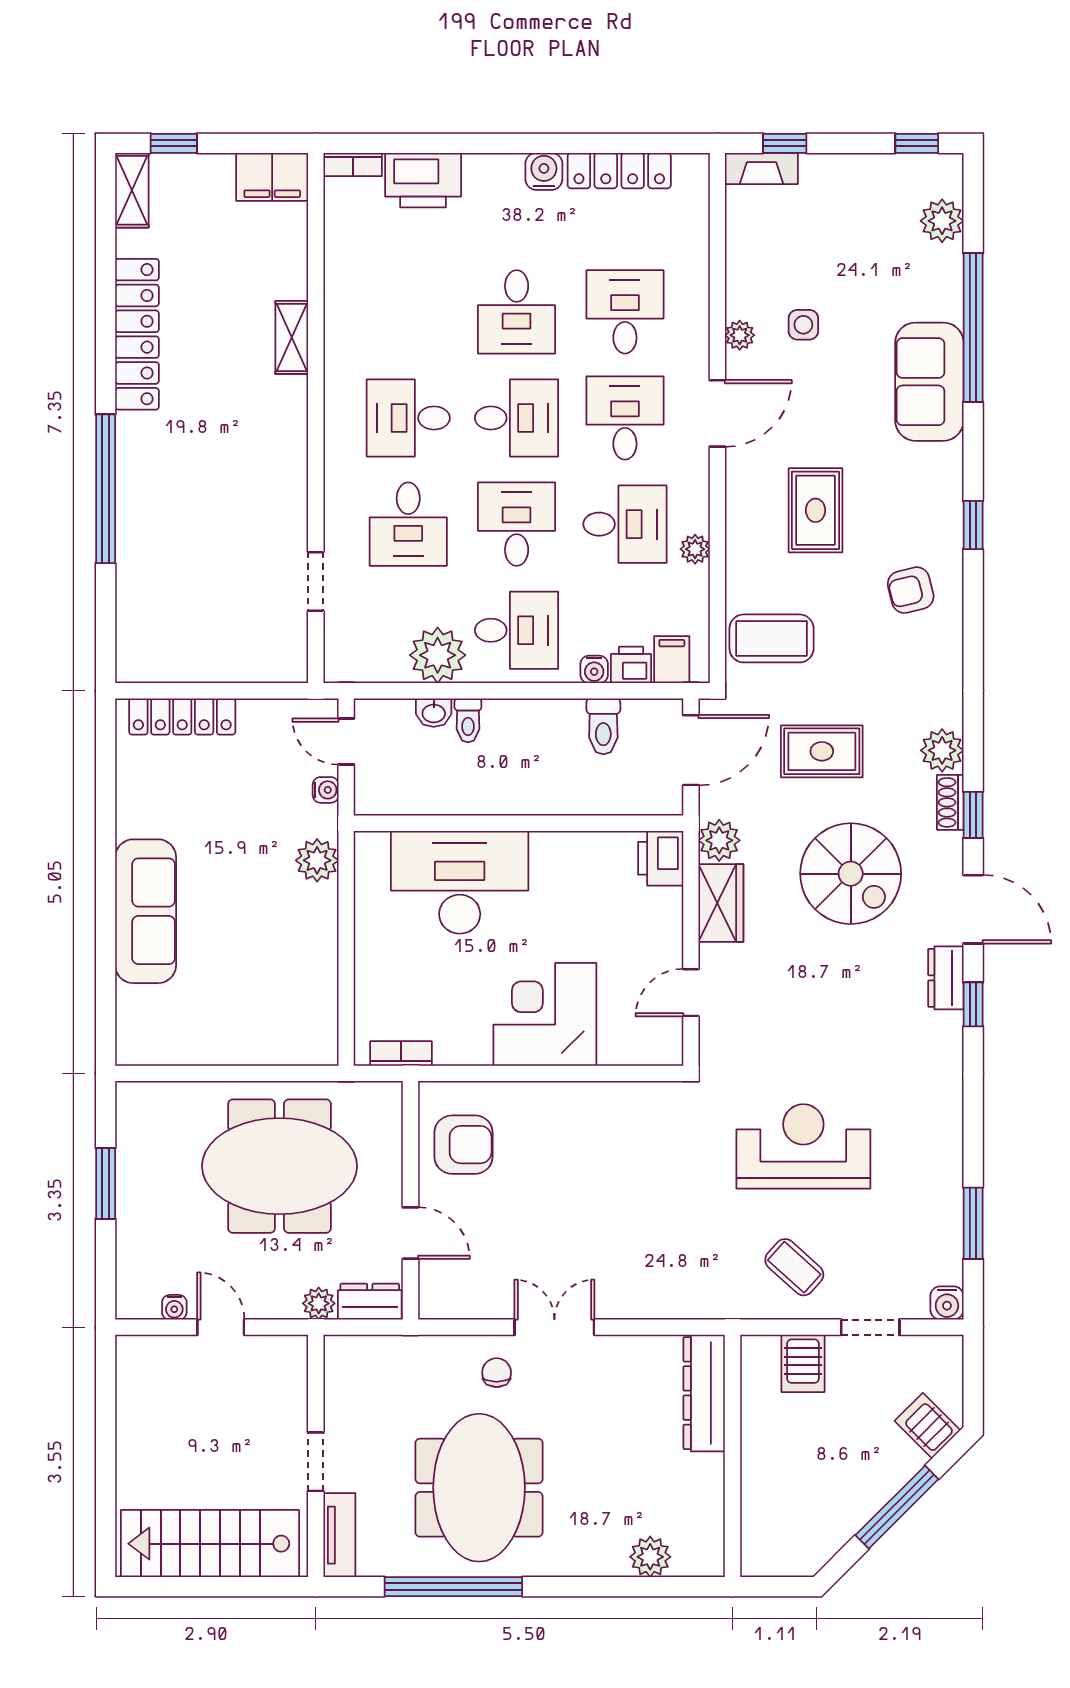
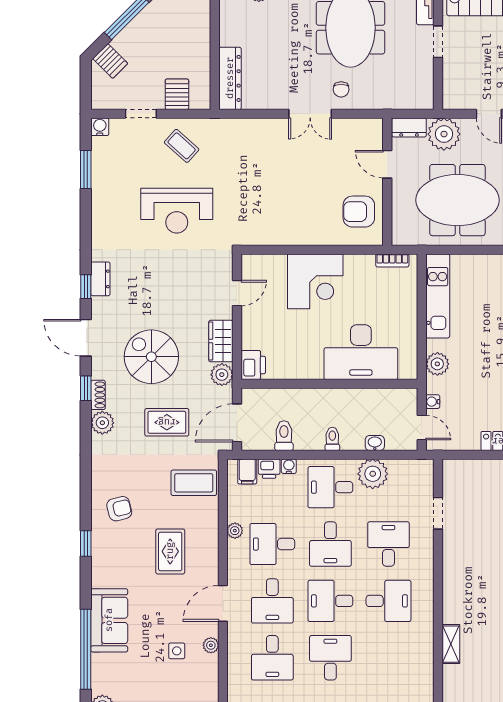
toilet: (468, 720) -> (332, 439), moved
dresser: (946, 978) -> (100, 279), moved
kitchen unit: (316, 987) -> (438, 296), added
plant: (319, 1303) -> (444, 134), width x1.88, depth x1.88

